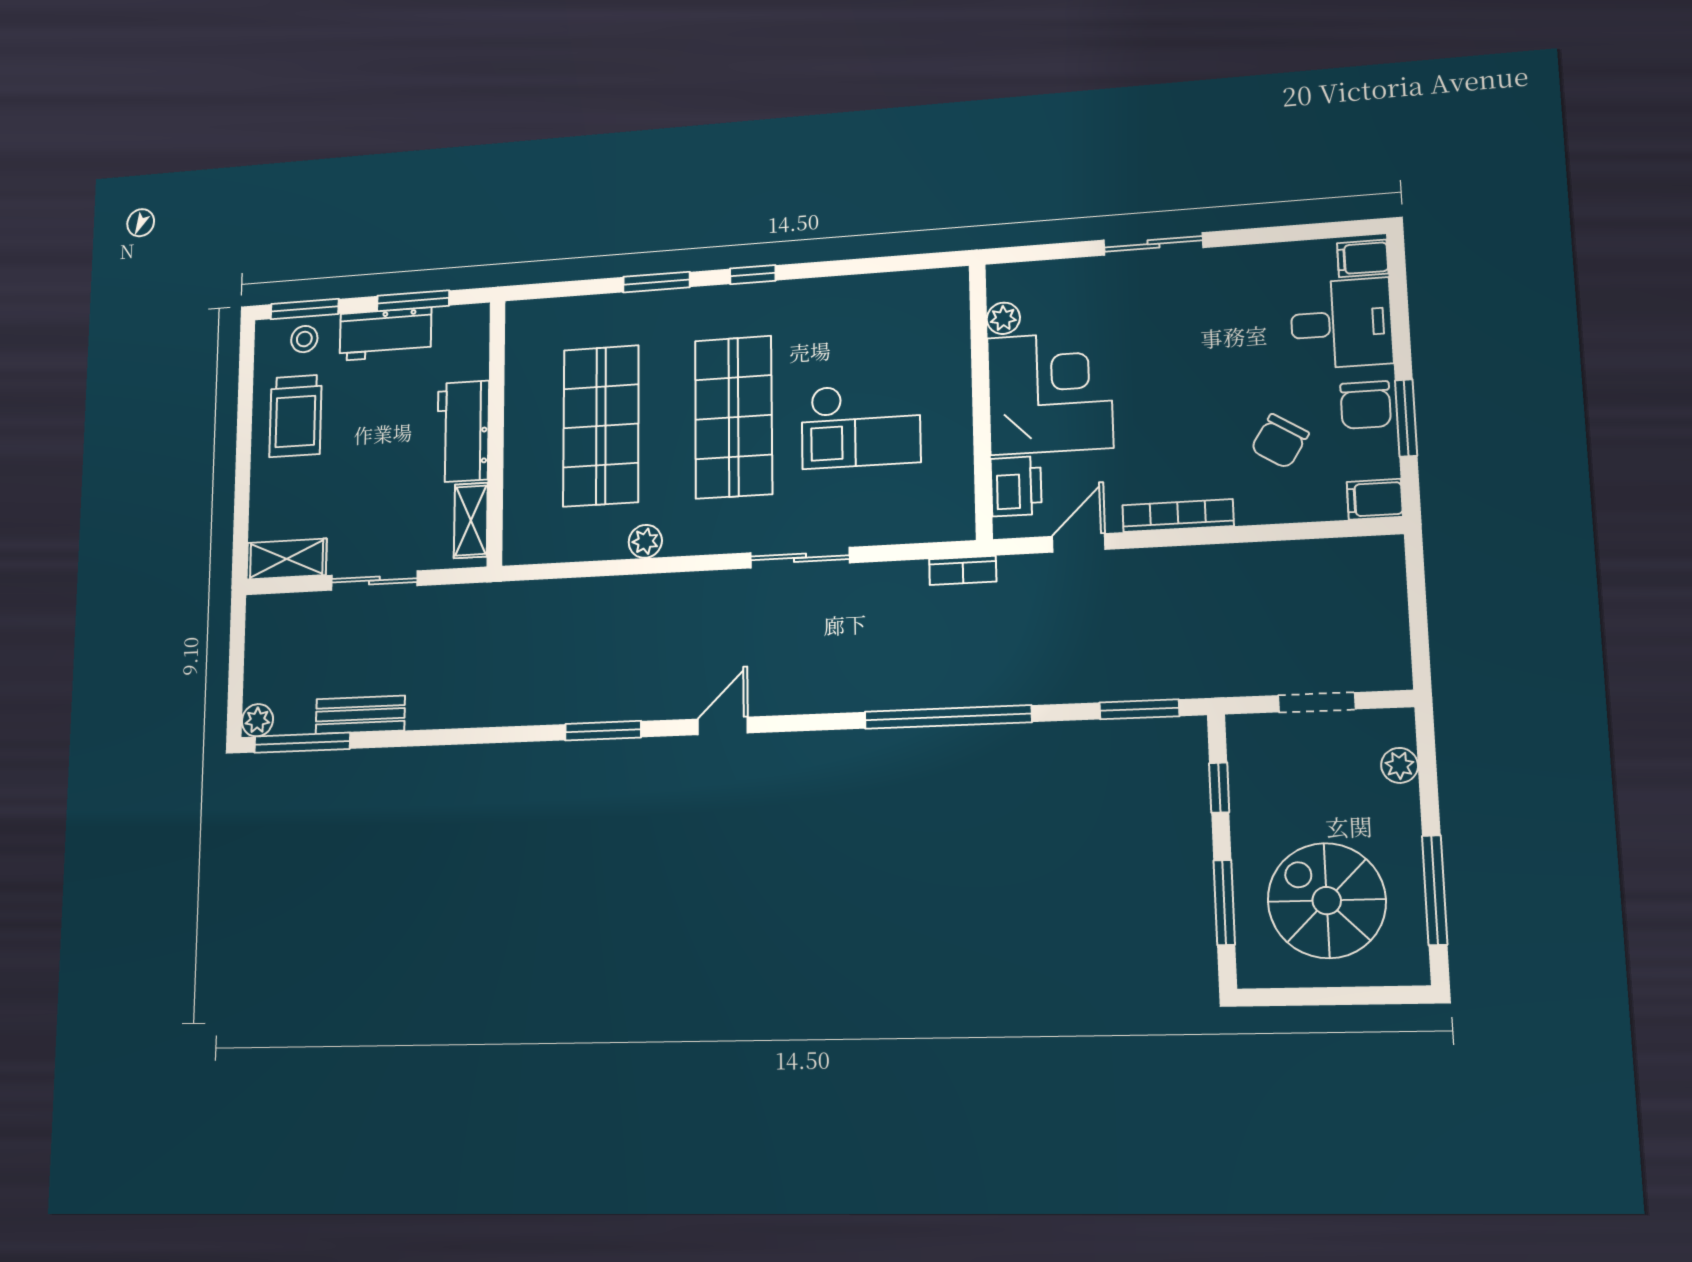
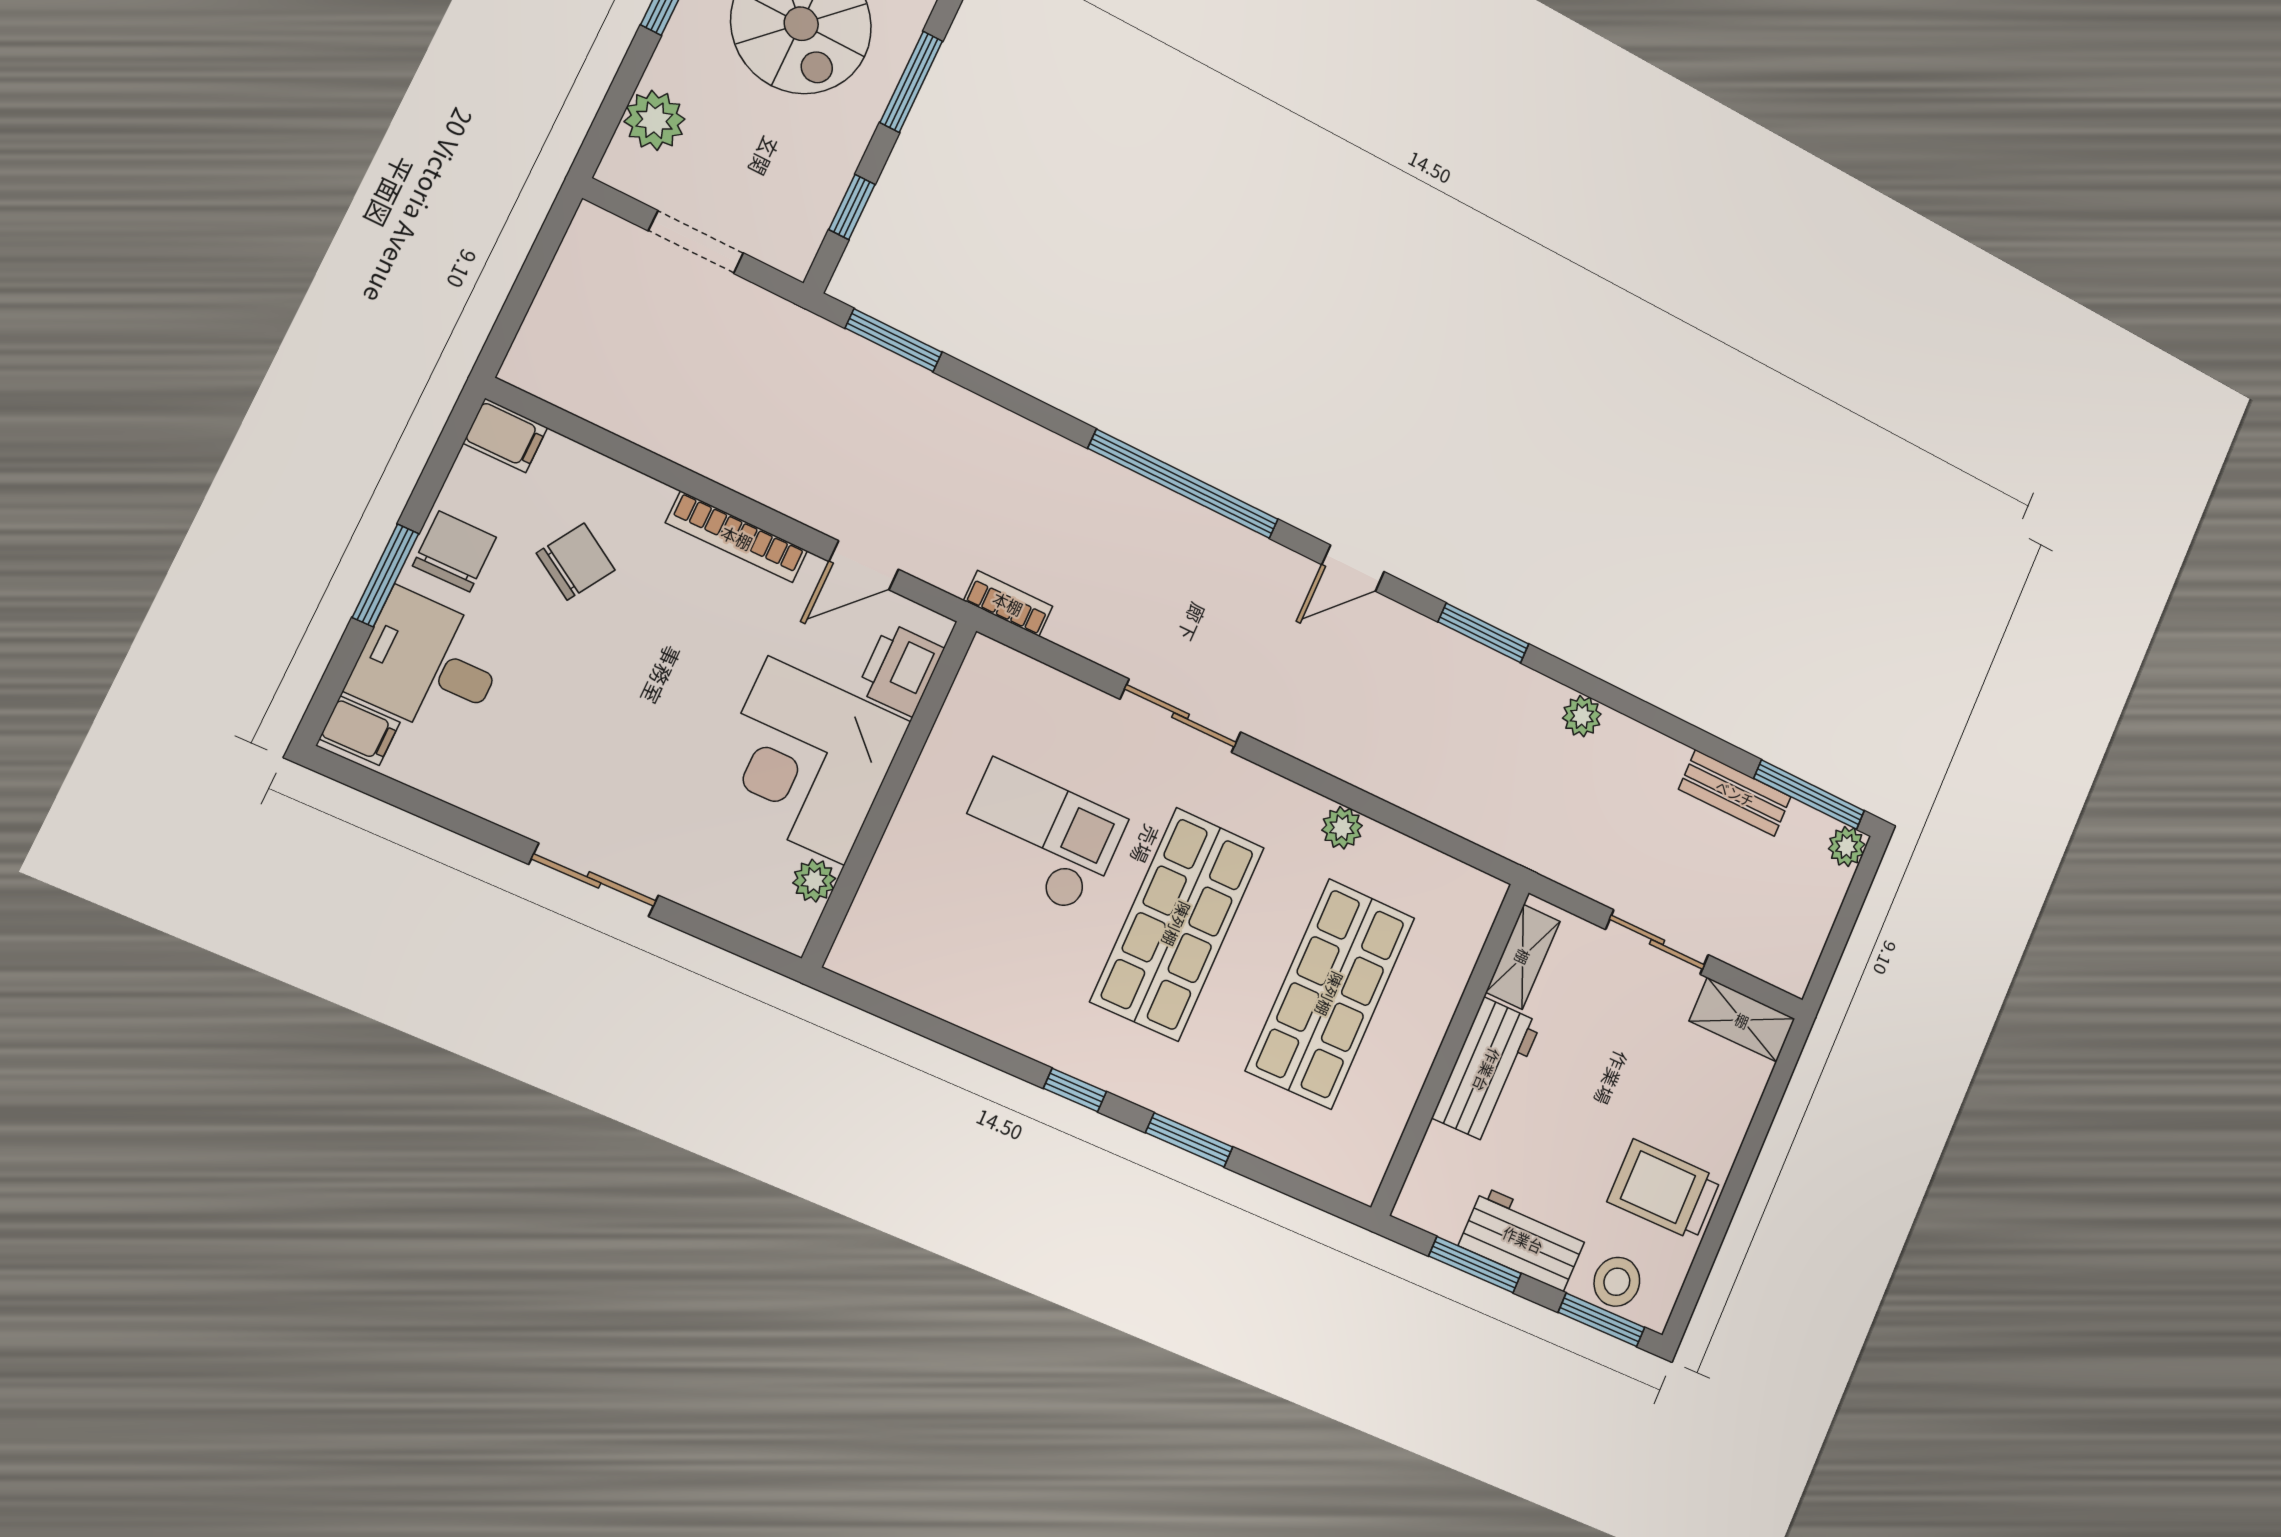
stool: (304, 339) -> (1617, 1282), width x1.37, depth x1.37
trolley: (296, 416) -> (1664, 1190), turned -90
window: (1406, 418) -> (385, 575), moved
plant: (502, 710) -> (1582, 716), added
window: (948, 717) -> (1184, 484), moved
plant: (1400, 765) -> (654, 120), width x1.38, depth x1.38

